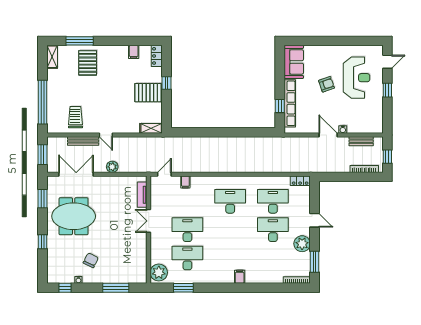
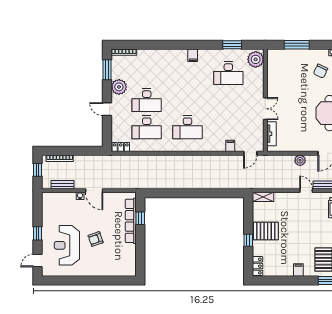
filing cabinet: (134, 52) -> (298, 270), moved
sofa: (294, 62) -> (127, 260), removed
desk: (187, 230) -> (228, 100), removed
filing cabinet: (240, 277) -> (193, 55), moved

